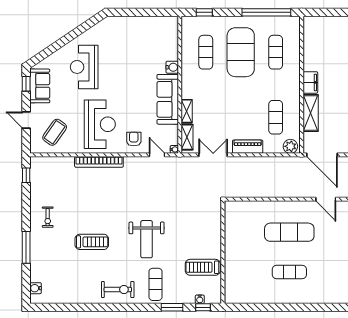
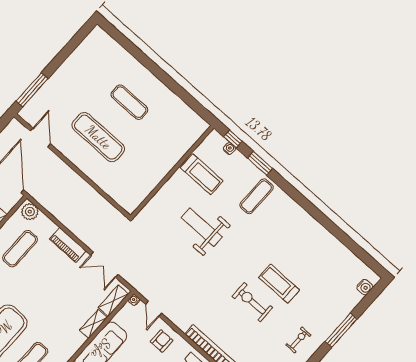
armchair: (134, 139) -> (162, 341), turned 180
weight bench: (147, 239) -> (202, 227), moved, turned -90
exercise bike: (118, 290) -> (252, 302), moved

